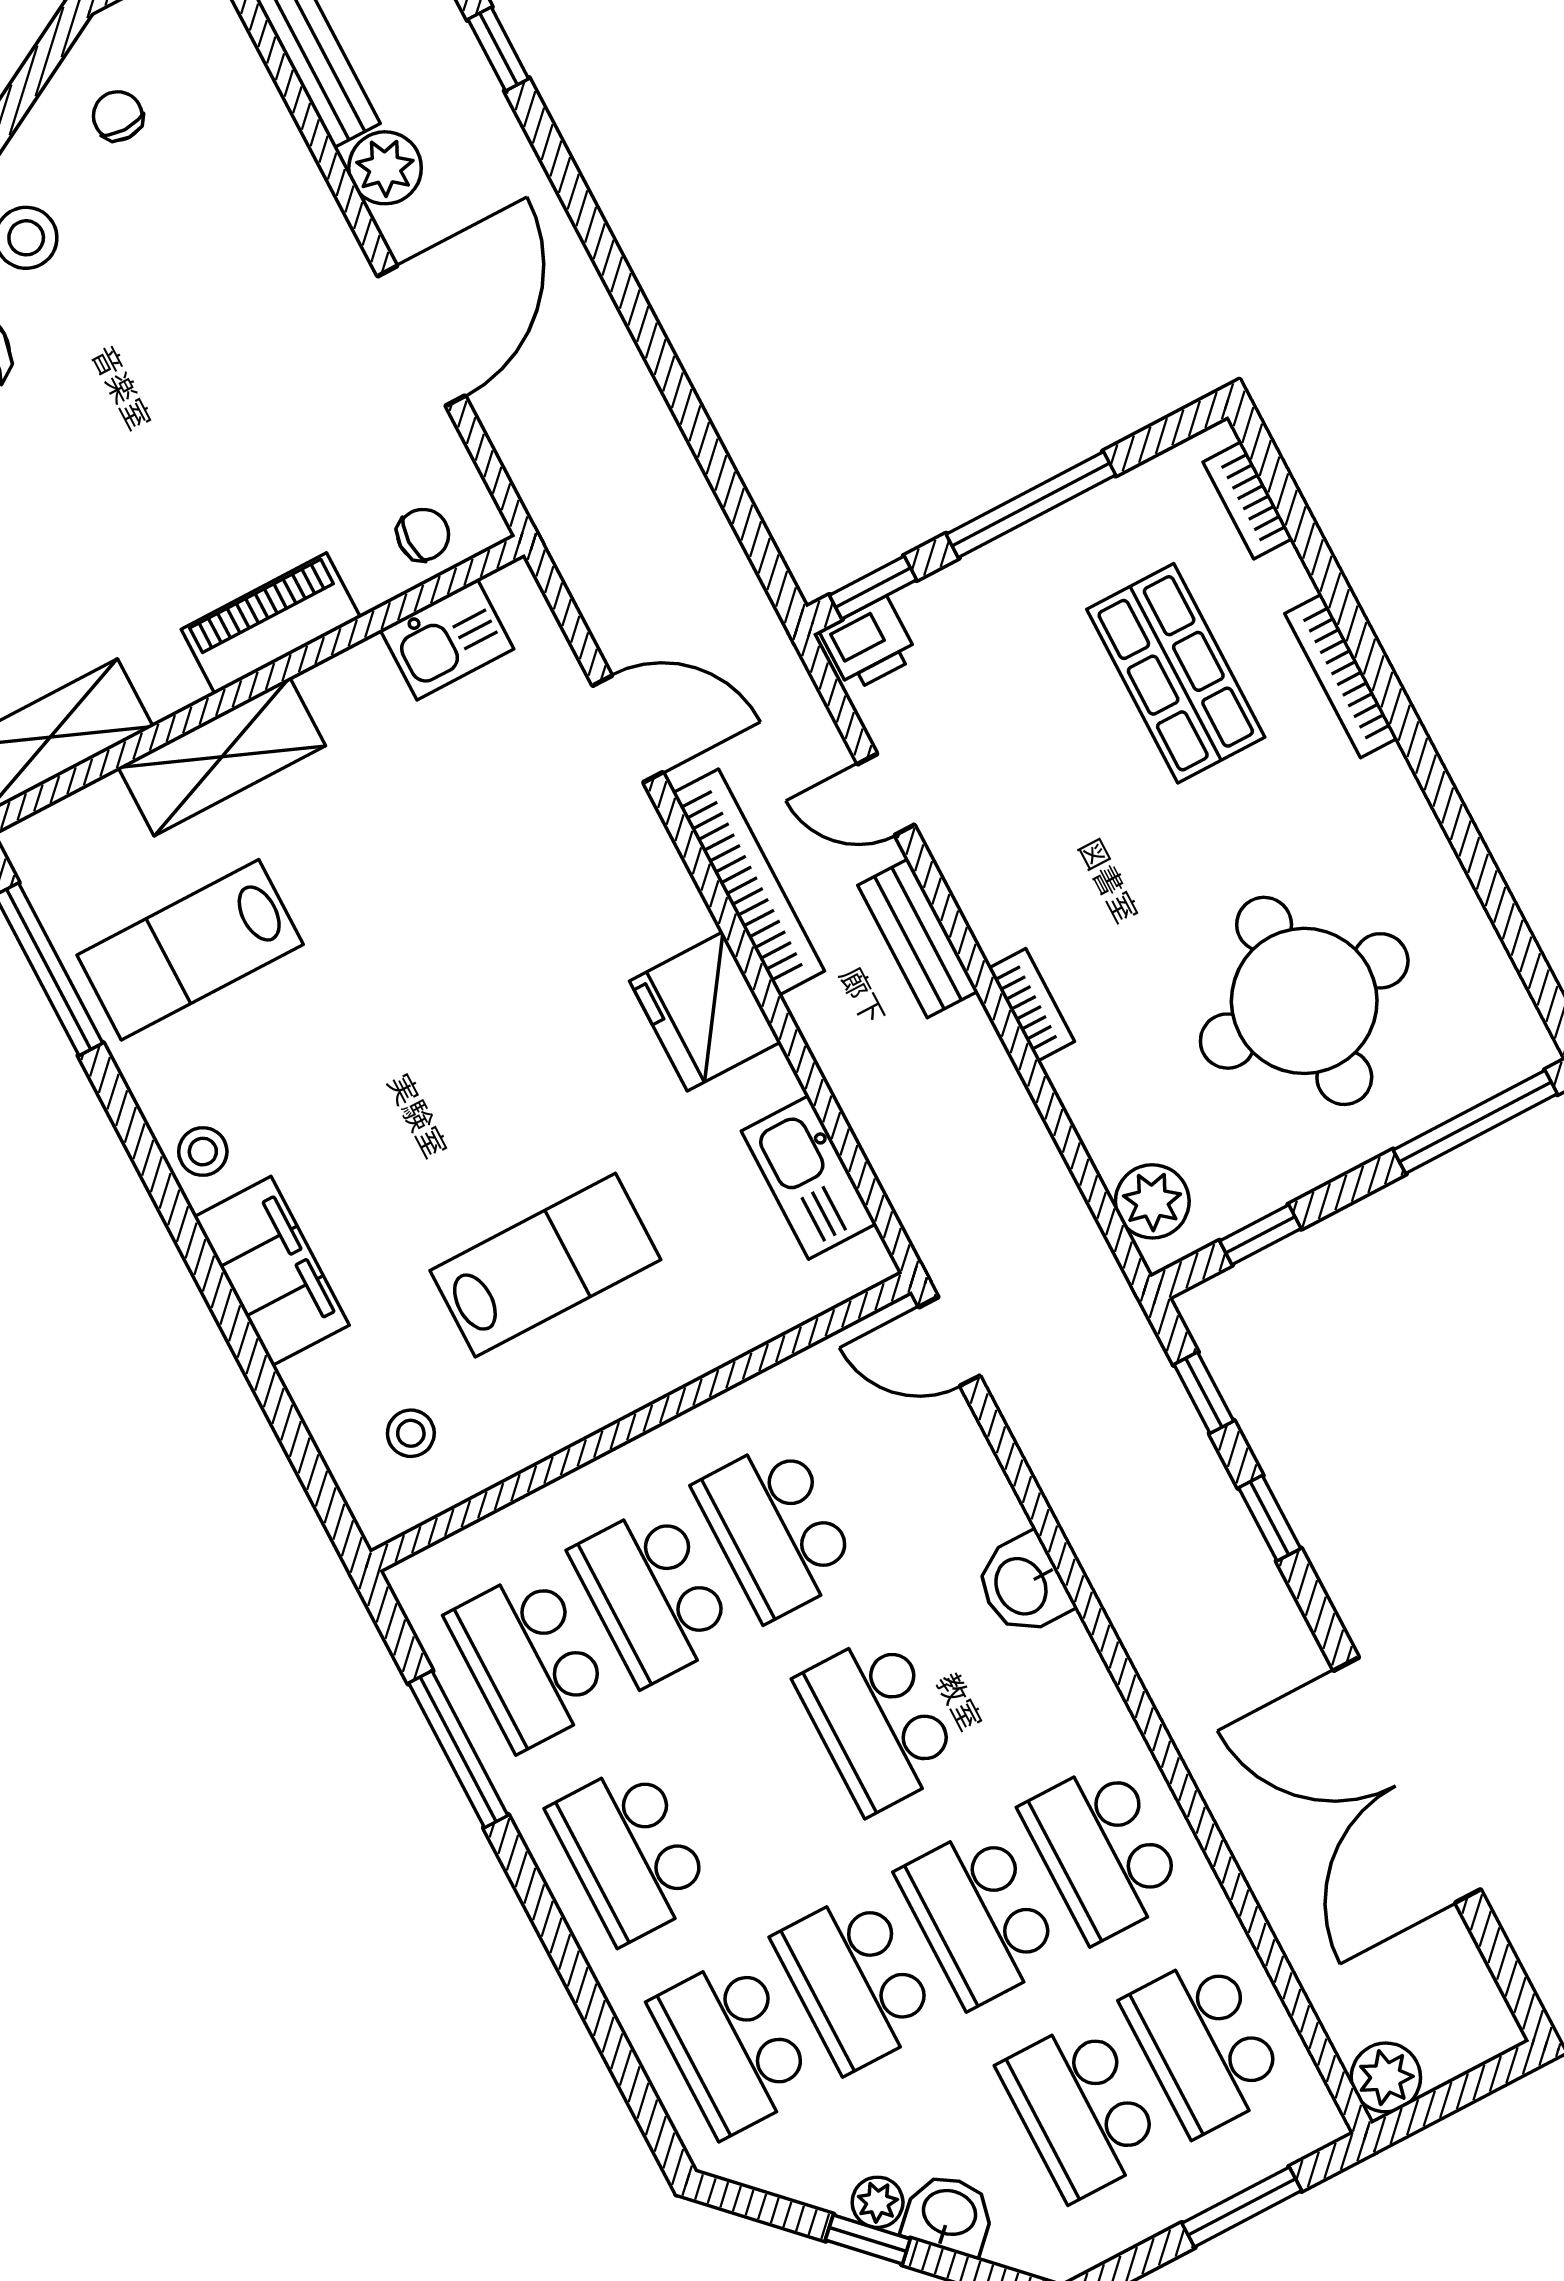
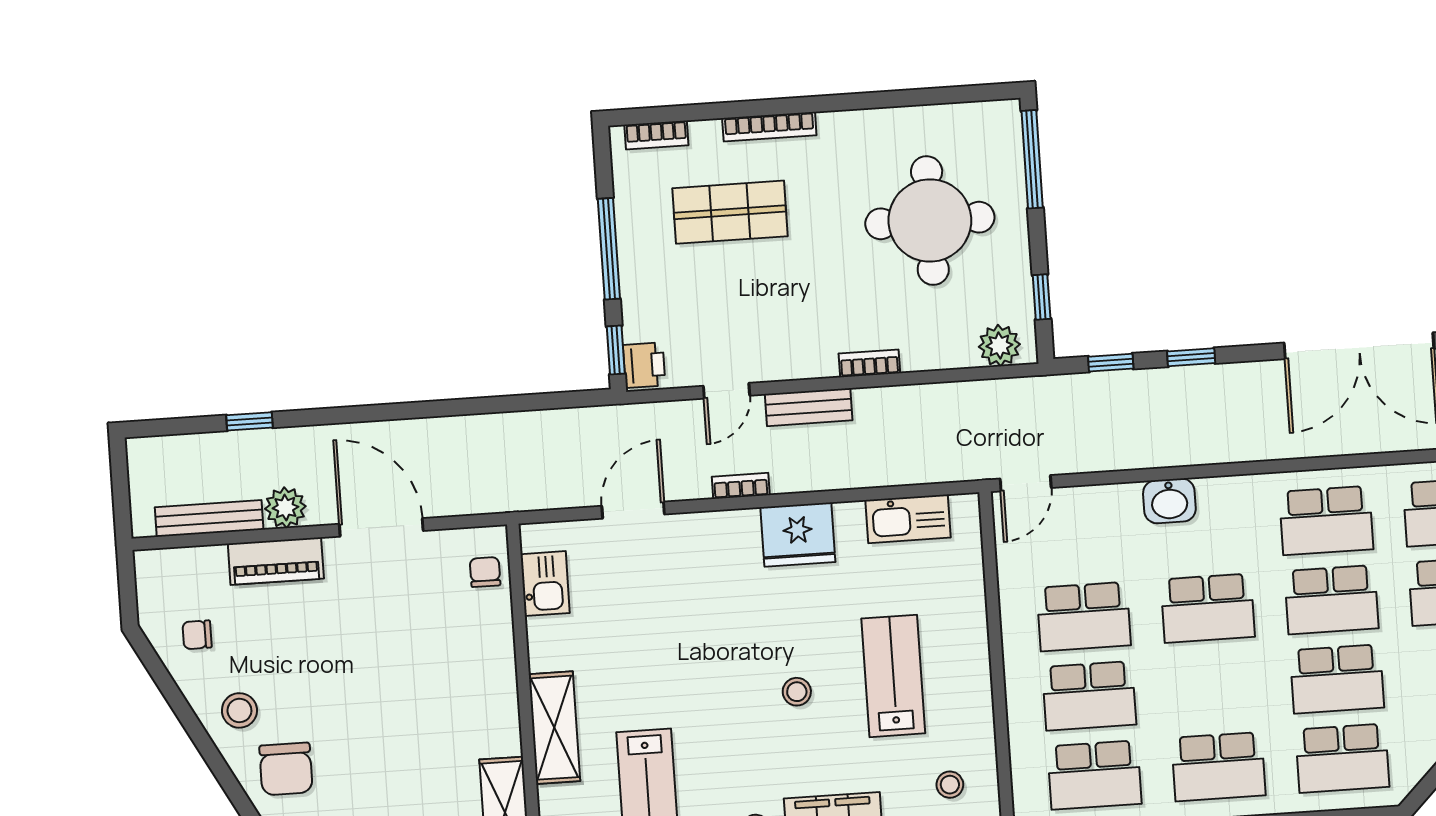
piano: (271, 623) -> (276, 561), moved, turned -90
bookcase: (749, 882) -> (741, 486), width x0.43, depth x0.76
stool: (452, 1121) -> (797, 692), added

